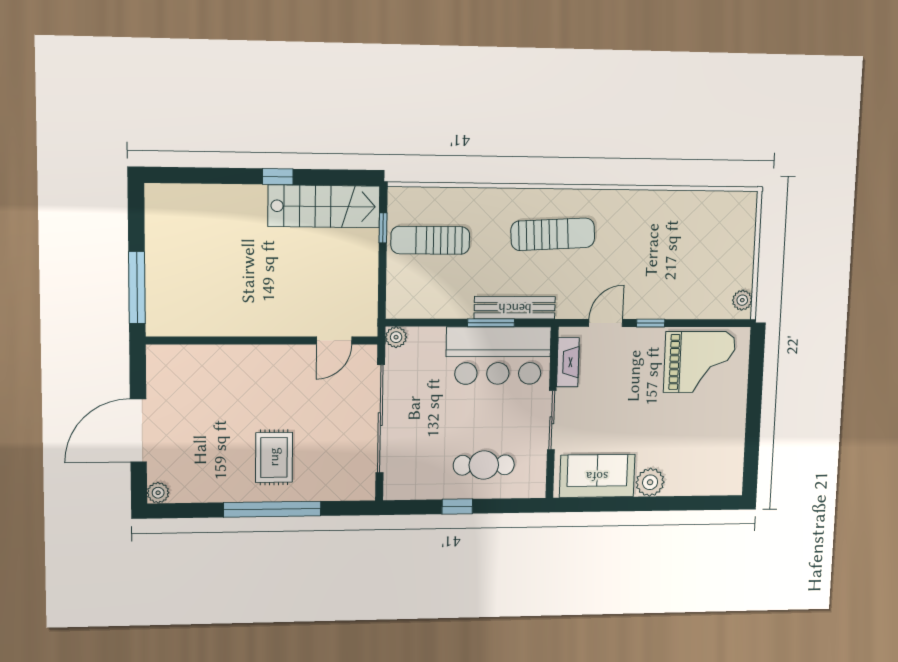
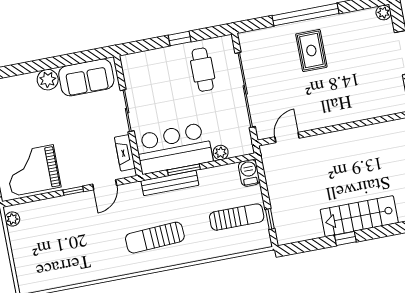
stairs: (324, 206) -> (359, 216), moved
barbecue: (399, 300) -> (249, 173), added
plant: (396, 337) -> (221, 152), moved
cafe table: (484, 465) -> (203, 70), moved, turned 90

